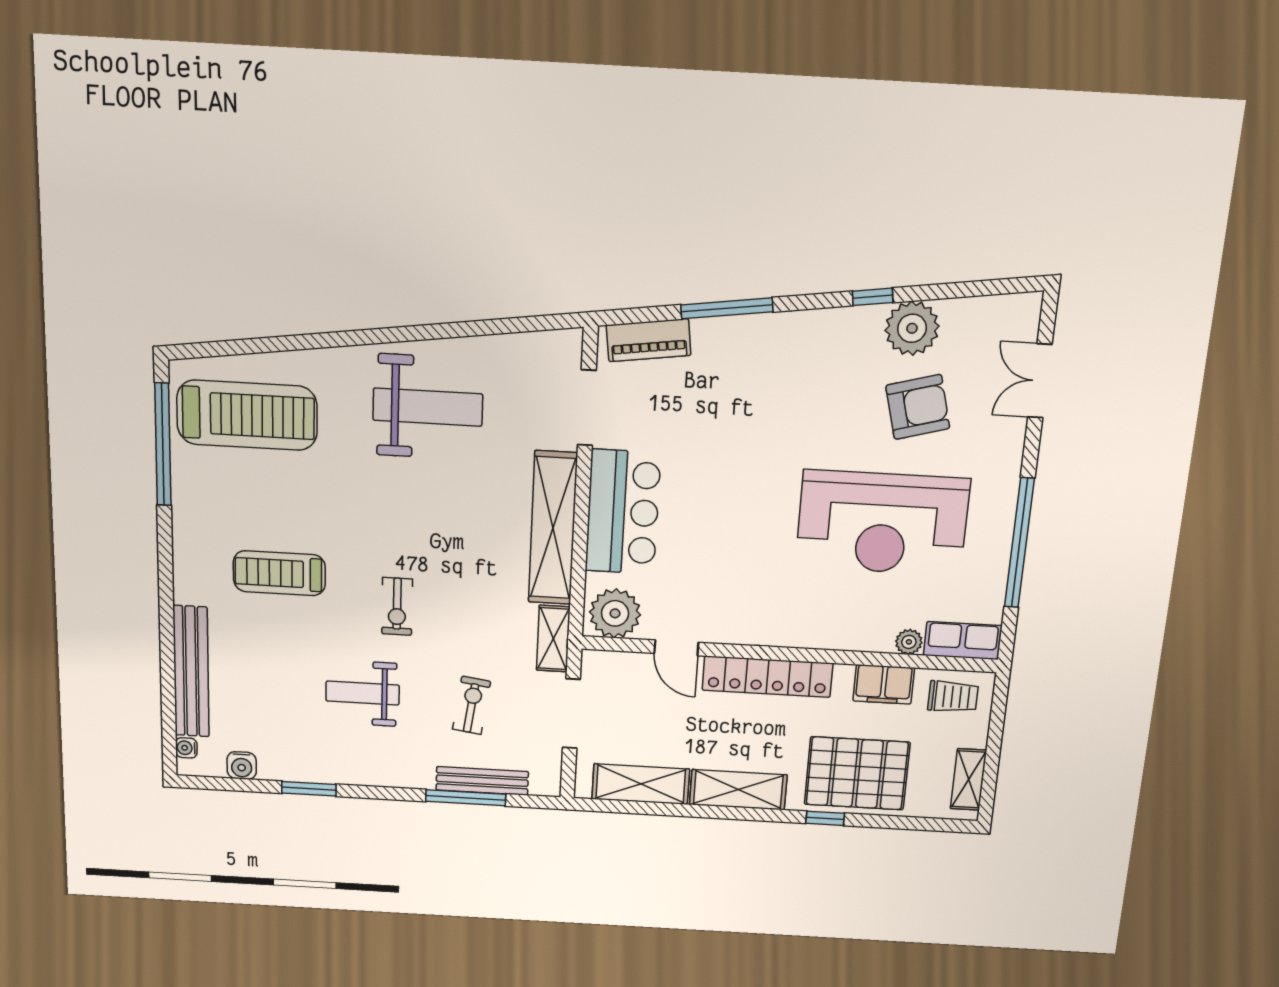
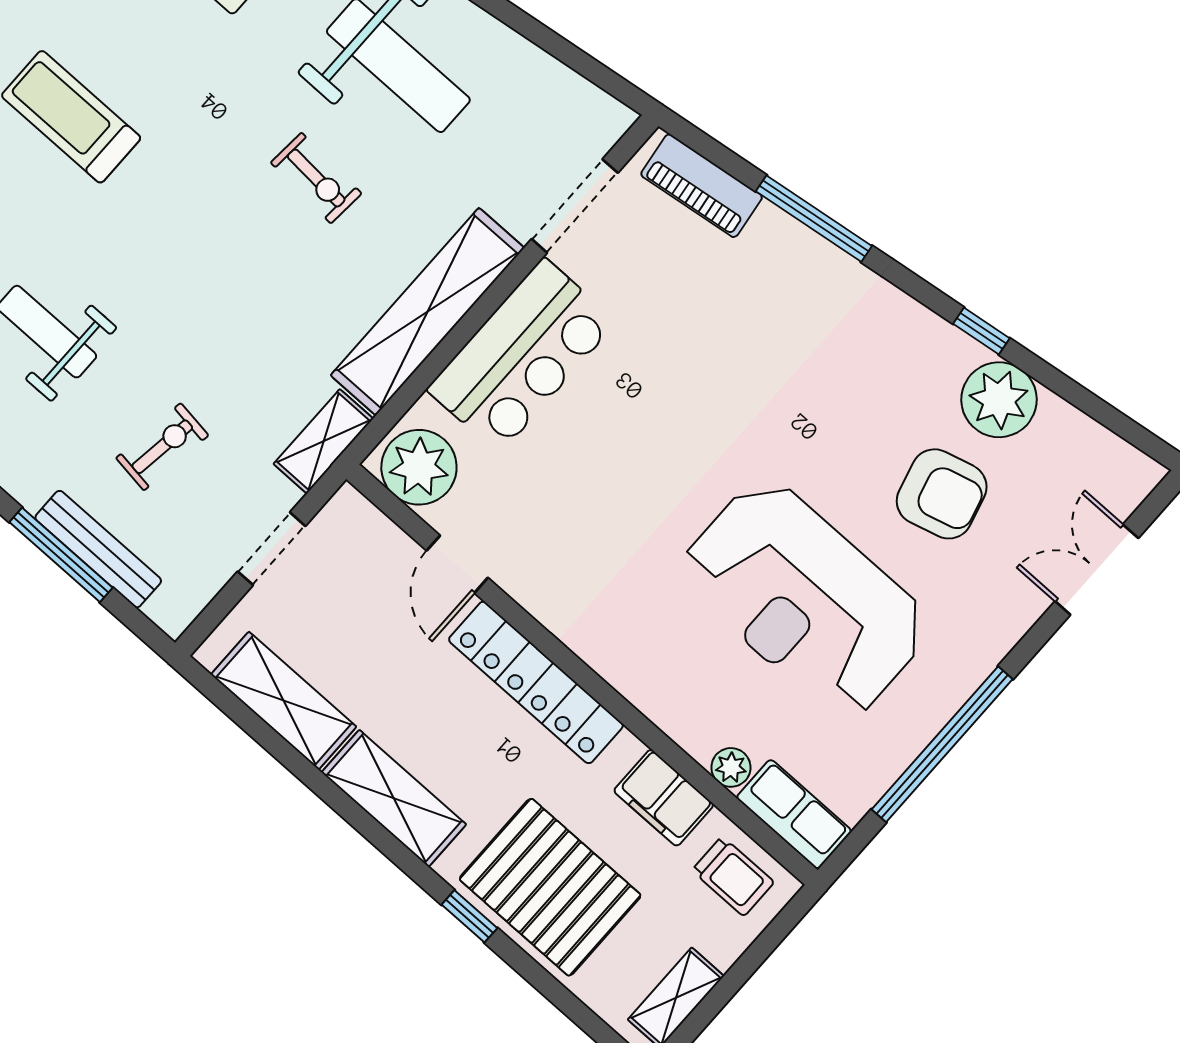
exercise bike: (397, 606) -> (316, 178), moved, turned -86
doorway: (571, 714) -> (271, 549), width x0.73

